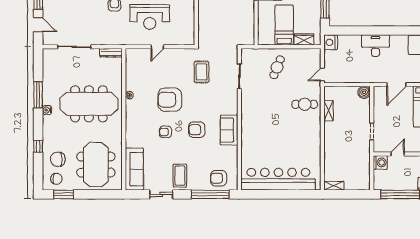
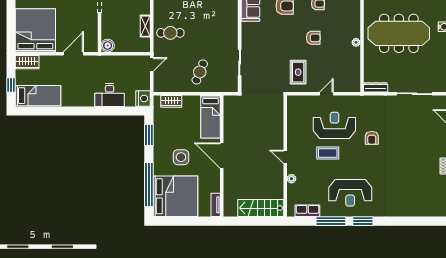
bed: (284, 25) -> (211, 117), moved
desk: (375, 46) -> (110, 95), moved
rug: (201, 72) -> (298, 72), moved
armchair: (170, 100) -> (313, 38), width x0.53, depth x0.53

